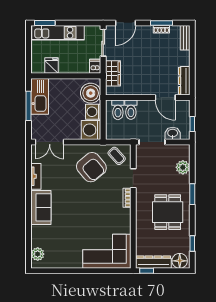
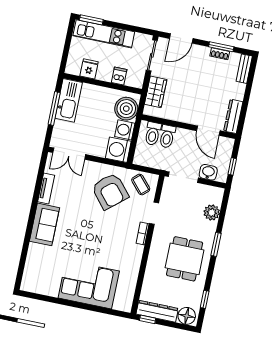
dishwasher: (95, 66) -> (119, 76), moved
corner sofa: (107, 251) -> (89, 285), moved
plant: (38, 254) -> (30, 276), removed

